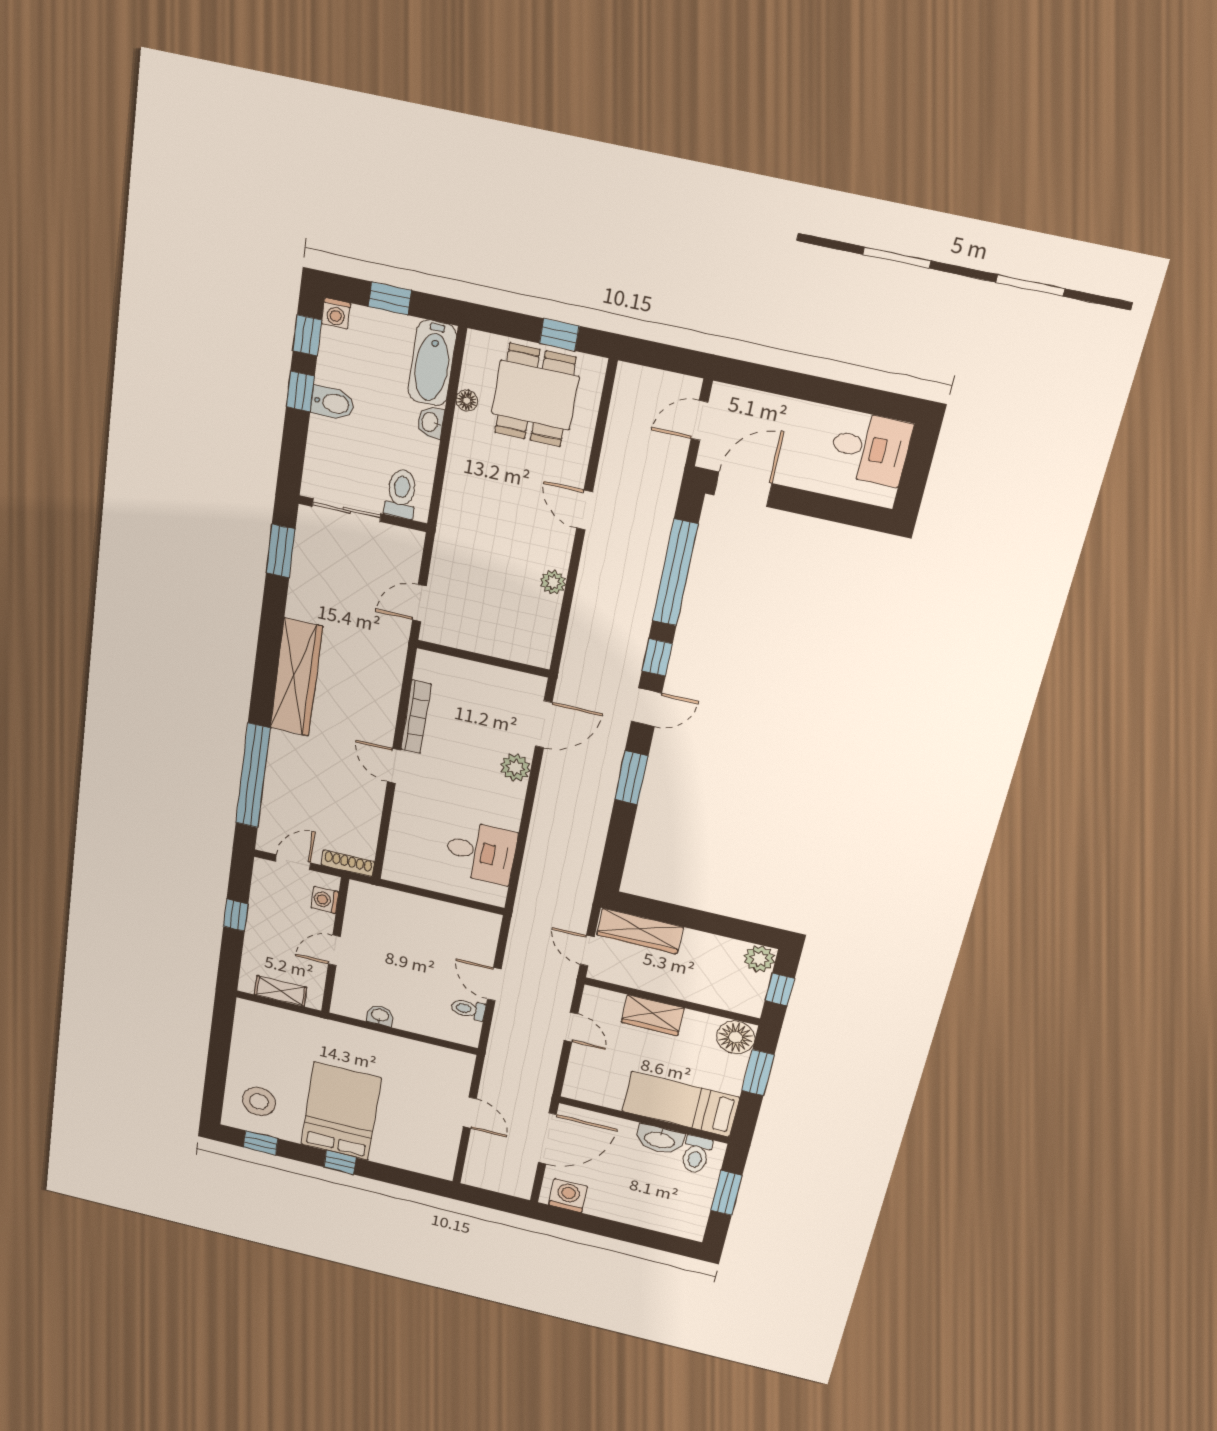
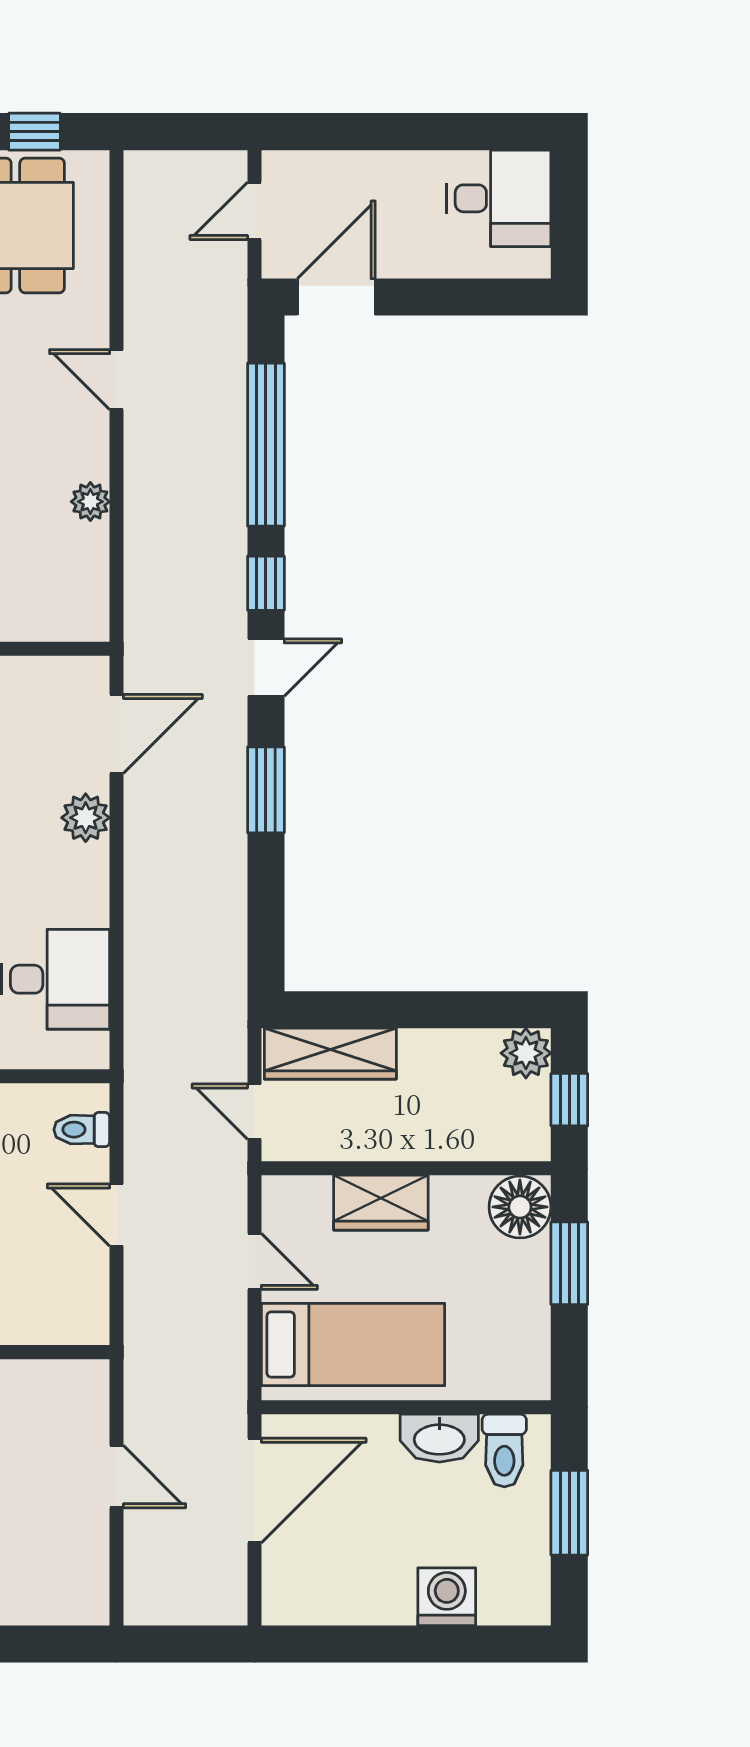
toilet: (468, 1009) -> (82, 1130), moved
bed: (681, 1104) -> (353, 1344), moved, turned 180
washing machine: (568, 1196) -> (447, 1597), moved

